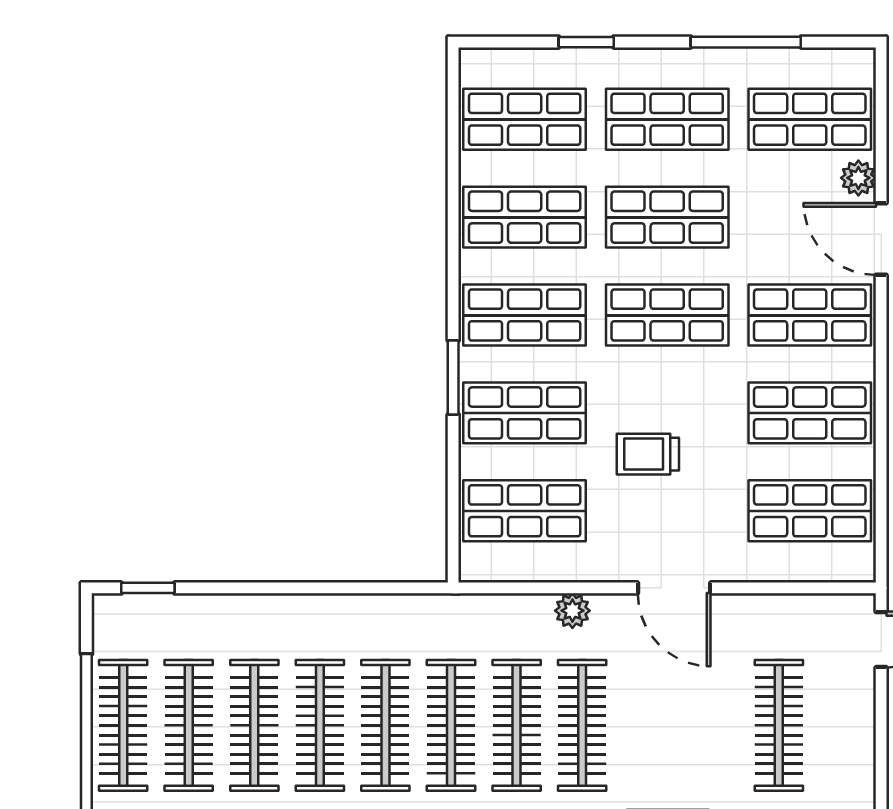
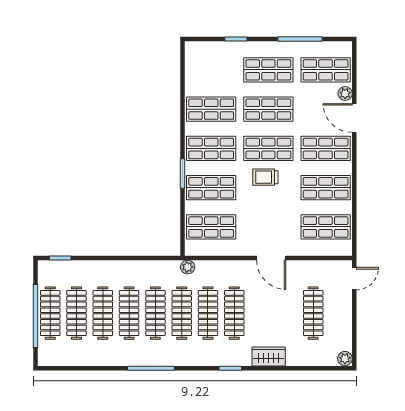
shop shelf: (525, 119) -> (211, 70), removed
trolley: (648, 454) -> (265, 177), moved
plant: (572, 611) -> (188, 267), moved

